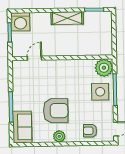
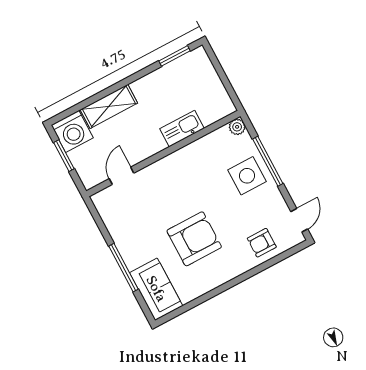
shelving: (67, 18) -> (109, 106), moved
kitchen sink: (79, 50) -> (182, 129), added
plant: (104, 68) -> (237, 127), width x0.53, depth x0.53
plant: (59, 136) -> (219, 275), removed

